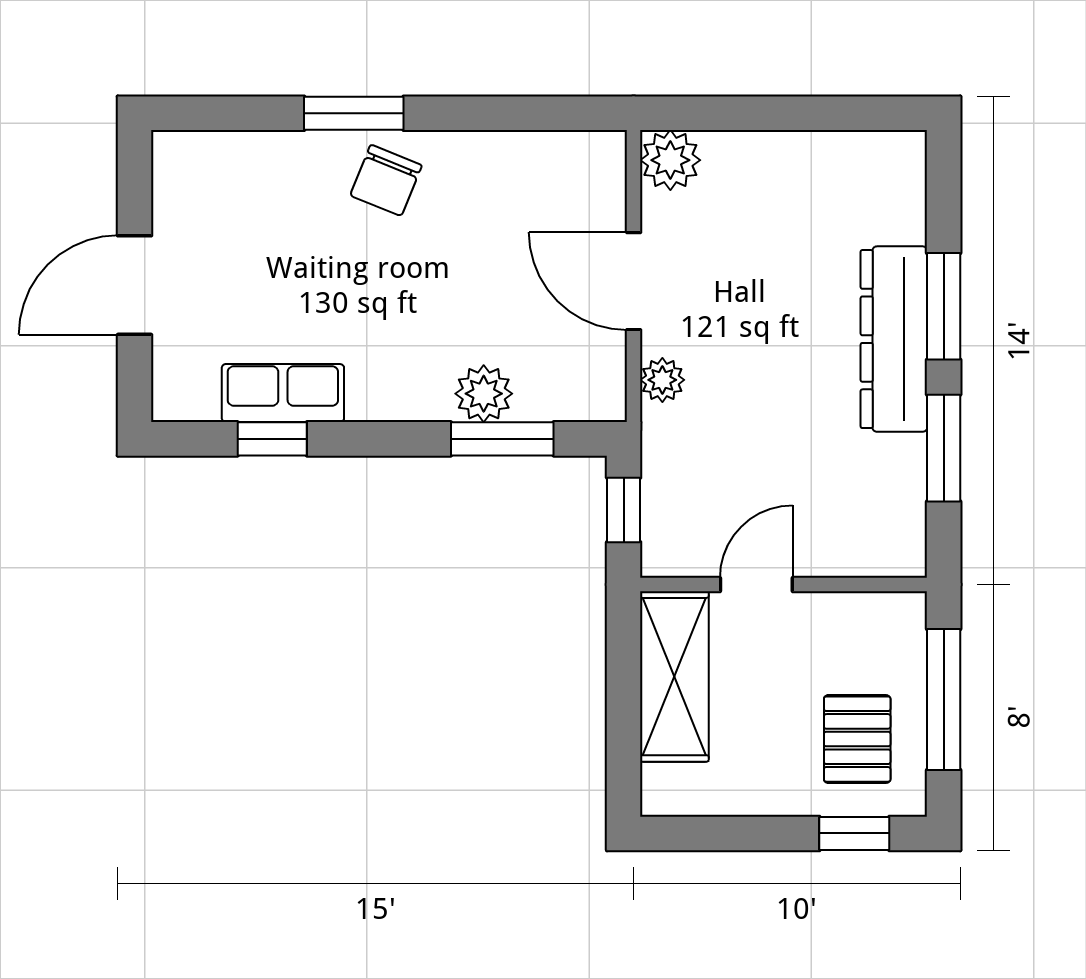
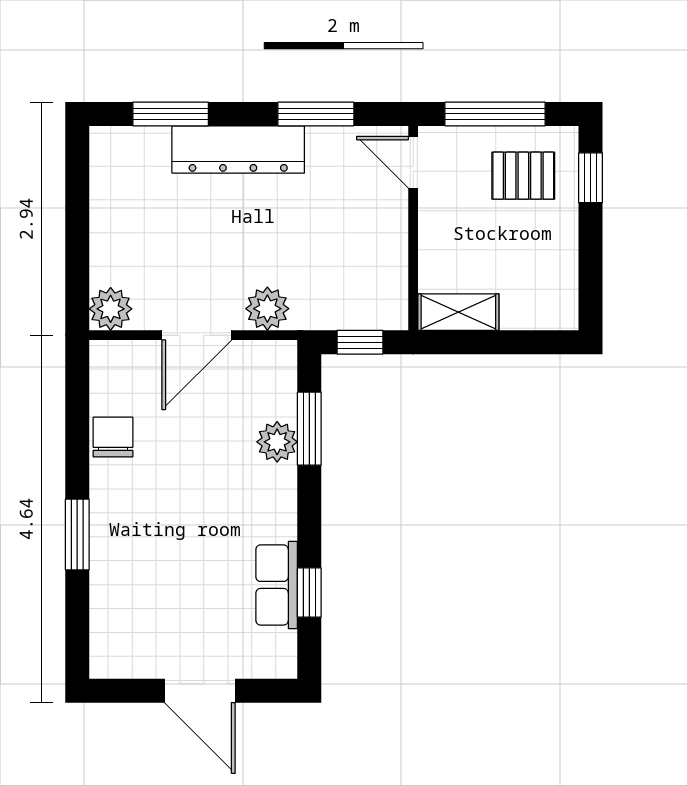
chair: (386, 180) -> (113, 437), moved, turned -112
window: (944, 306) -> (171, 114), moved
plant: (662, 380) -> (267, 309), width x1.38, depth x1.38
door: (756, 585) -> (413, 162), moved
shelving: (674, 677) -> (458, 312), width x0.67, depth x0.75

